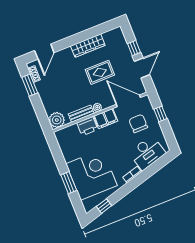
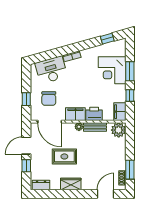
dresser: (112, 35) -> (41, 185), added
wardrobe: (88, 46) -> (71, 184), width x0.67
filing cabinet: (63, 139) -> (120, 112), added
window: (59, 159) -> (130, 96), added
corner desk: (92, 175) -> (112, 70), width x0.74, depth x0.74

